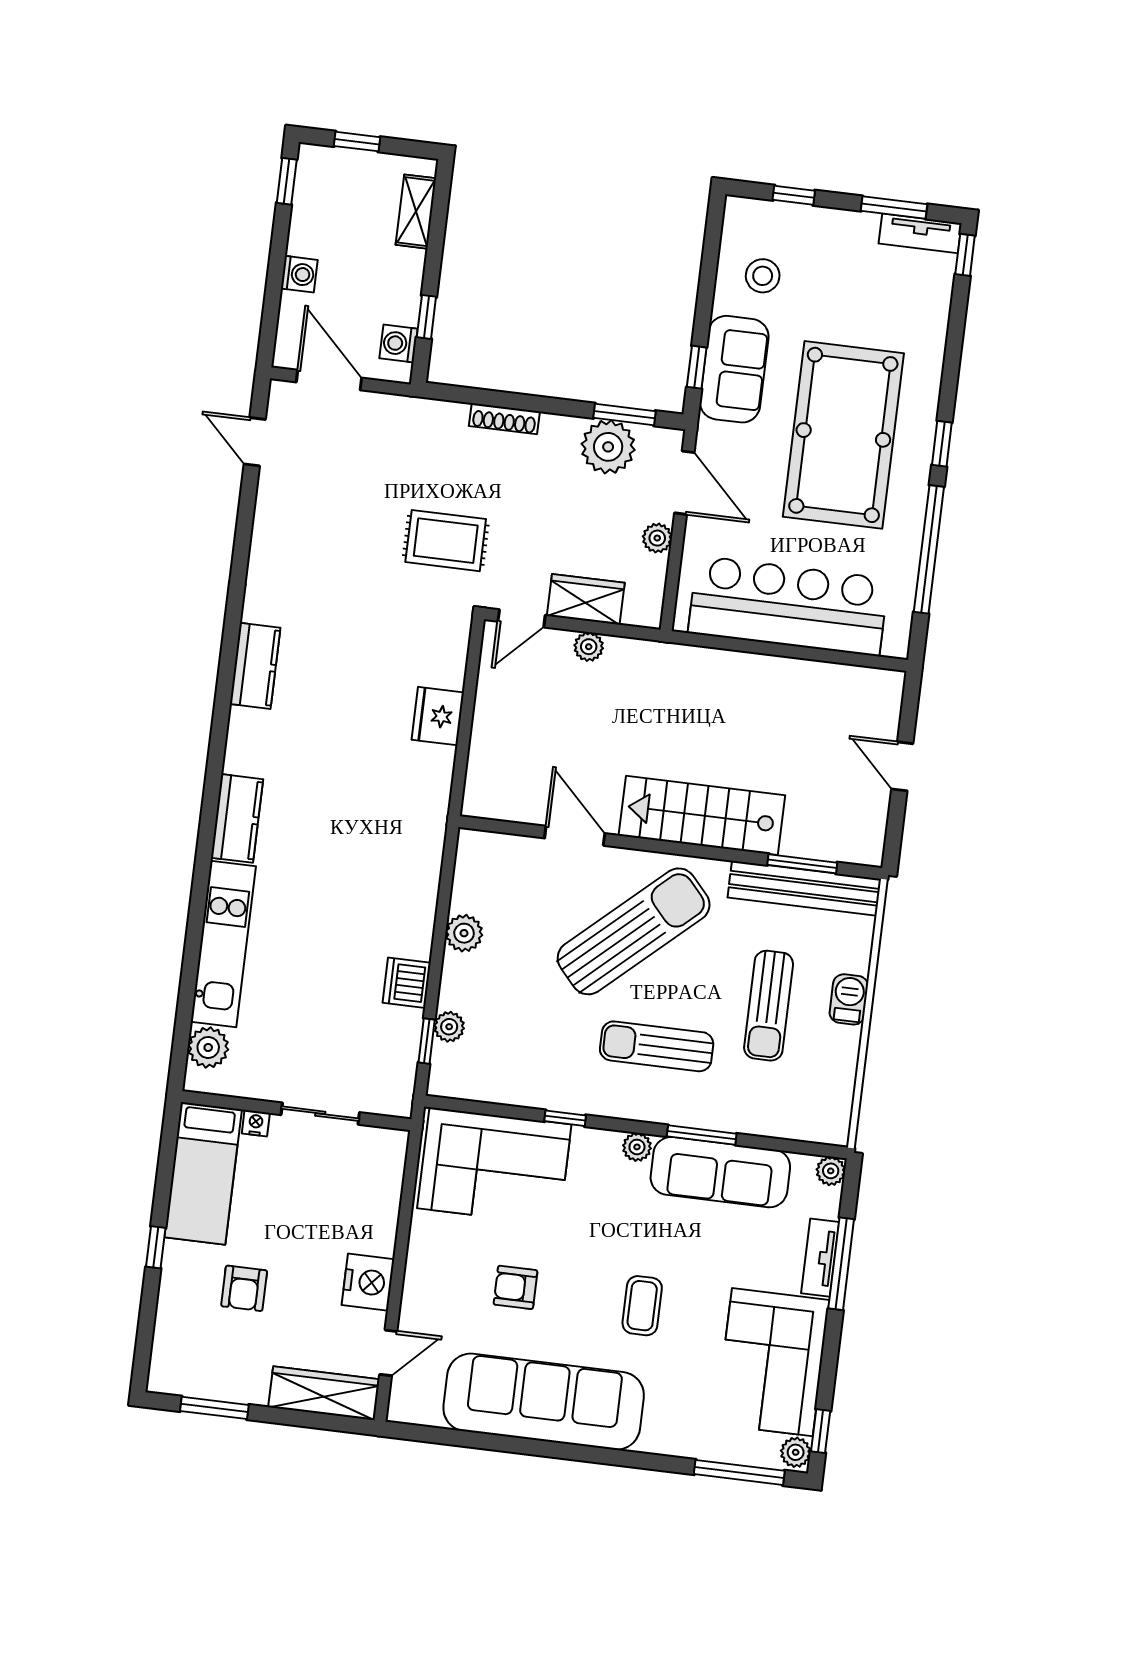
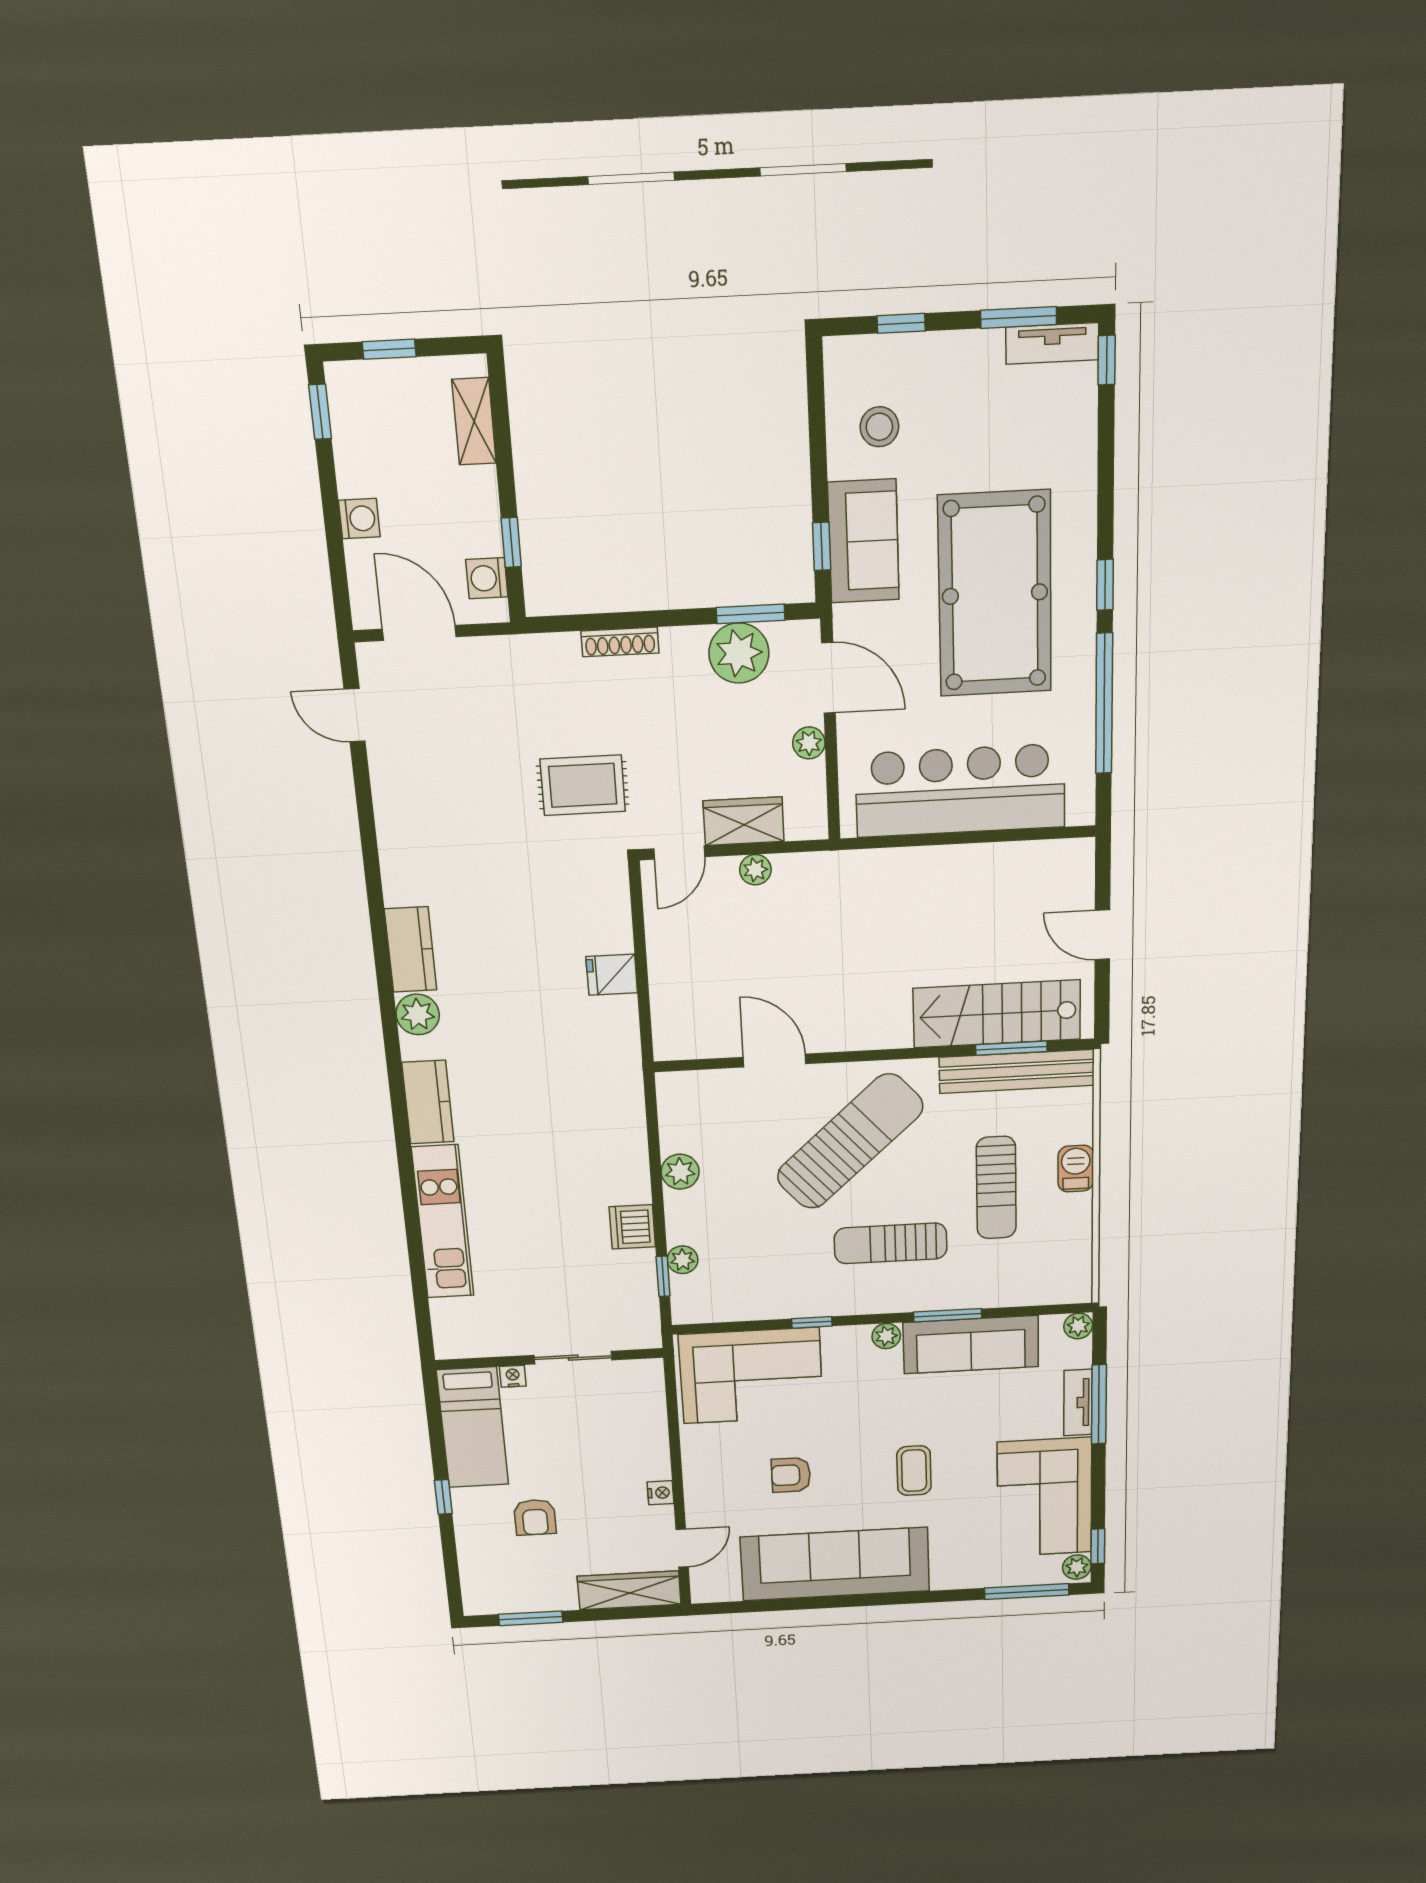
fridge: (438, 716) -> (612, 975), width x0.72
stairs: (702, 815) -> (997, 1014), moved
plant: (208, 1047) -> (418, 1014), moved
nightstand: (368, 1282) -> (660, 1493), width x0.53, depth x0.56

